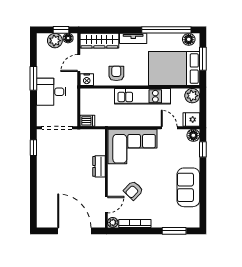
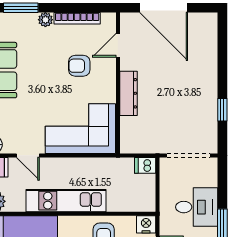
window: (33, 148) -> (222, 110), moved
dresser: (99, 166) -> (129, 93), width x1.44
armchair: (133, 190) -> (79, 66), turned -134
plant: (113, 222) -> (45, 20), moved

